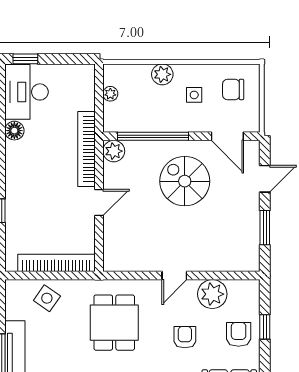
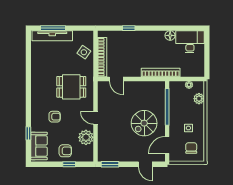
window: (25, 59) -> (207, 41), removed
plant: (162, 74) -> (199, 99), moved
plant: (114, 151) -> (160, 87), removed
spiral stairs: (185, 181) -> (144, 123), turned 180
door: (99, 203) -> (116, 79), moved
window: (265, 228) -> (110, 164), moved
armchair: (185, 337) -> (55, 117), moved

